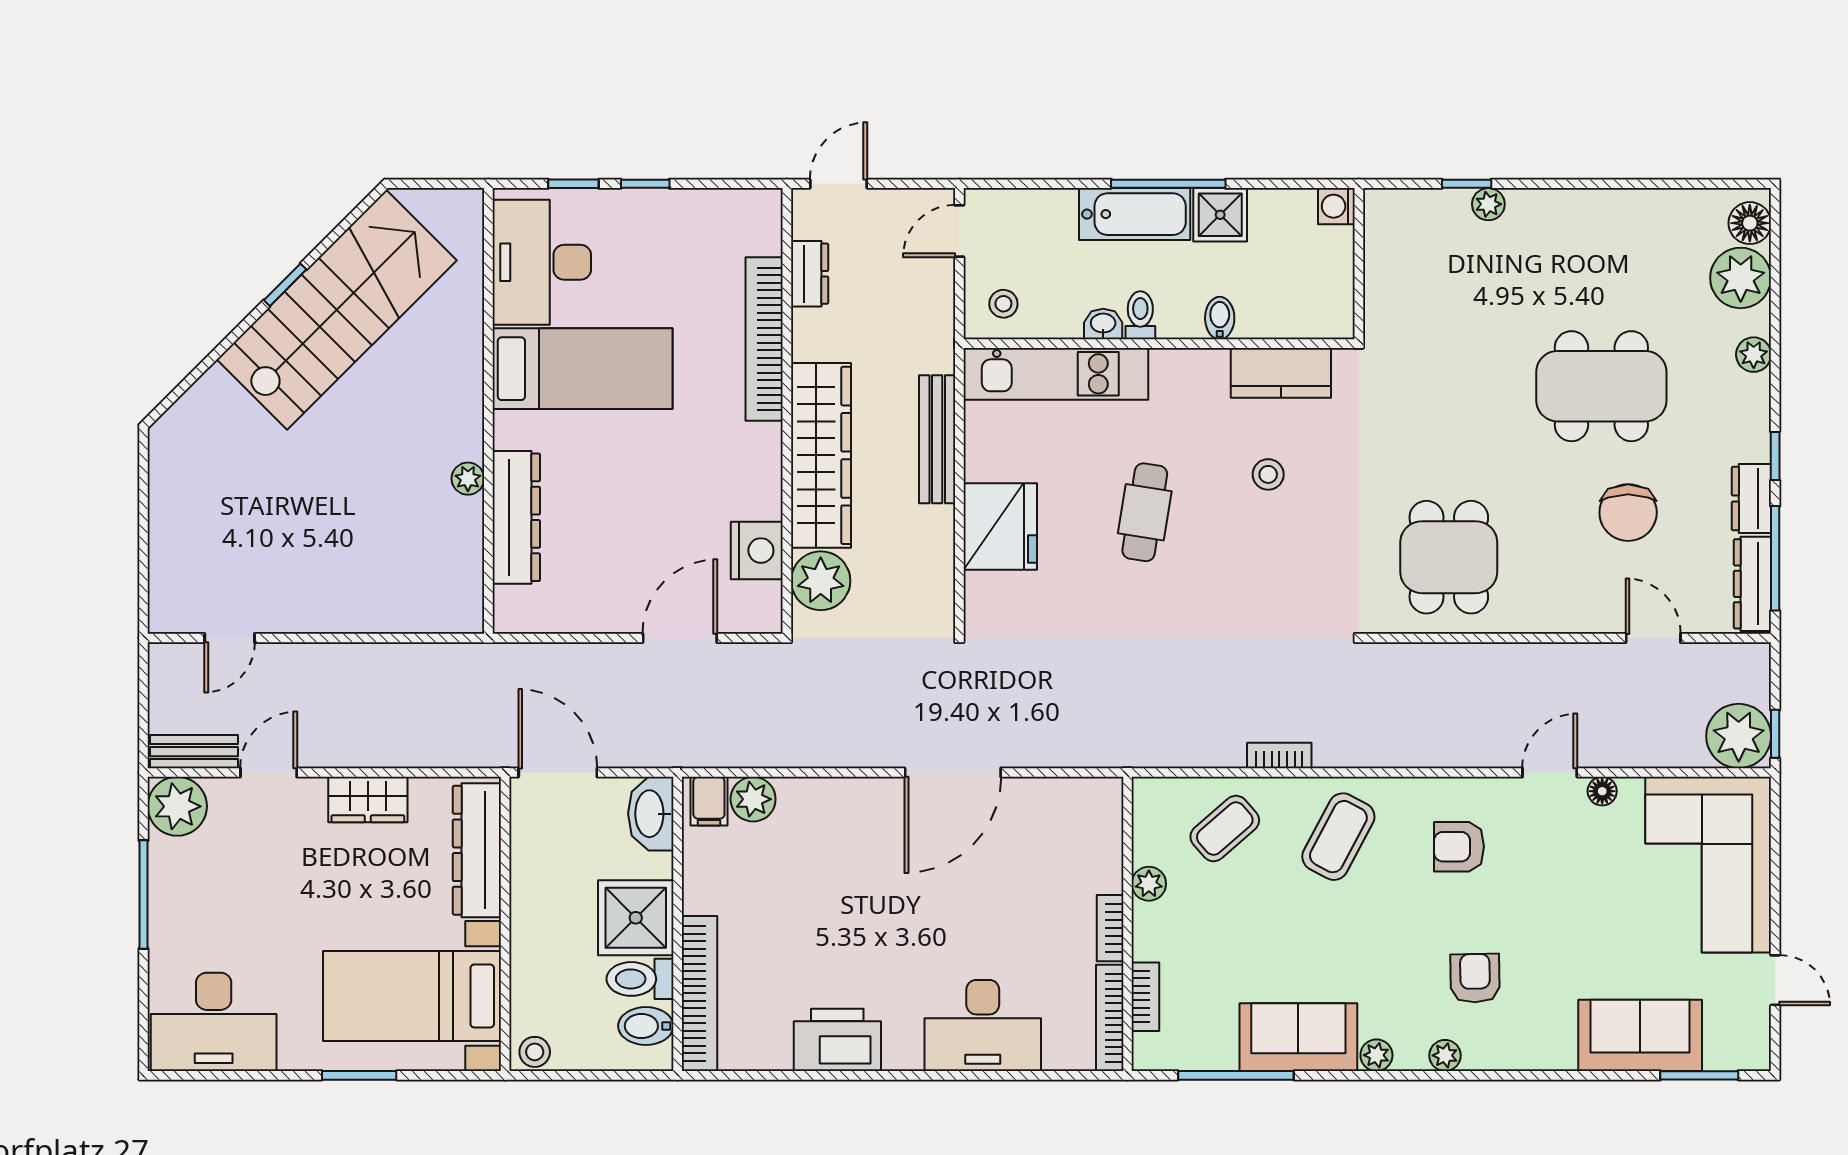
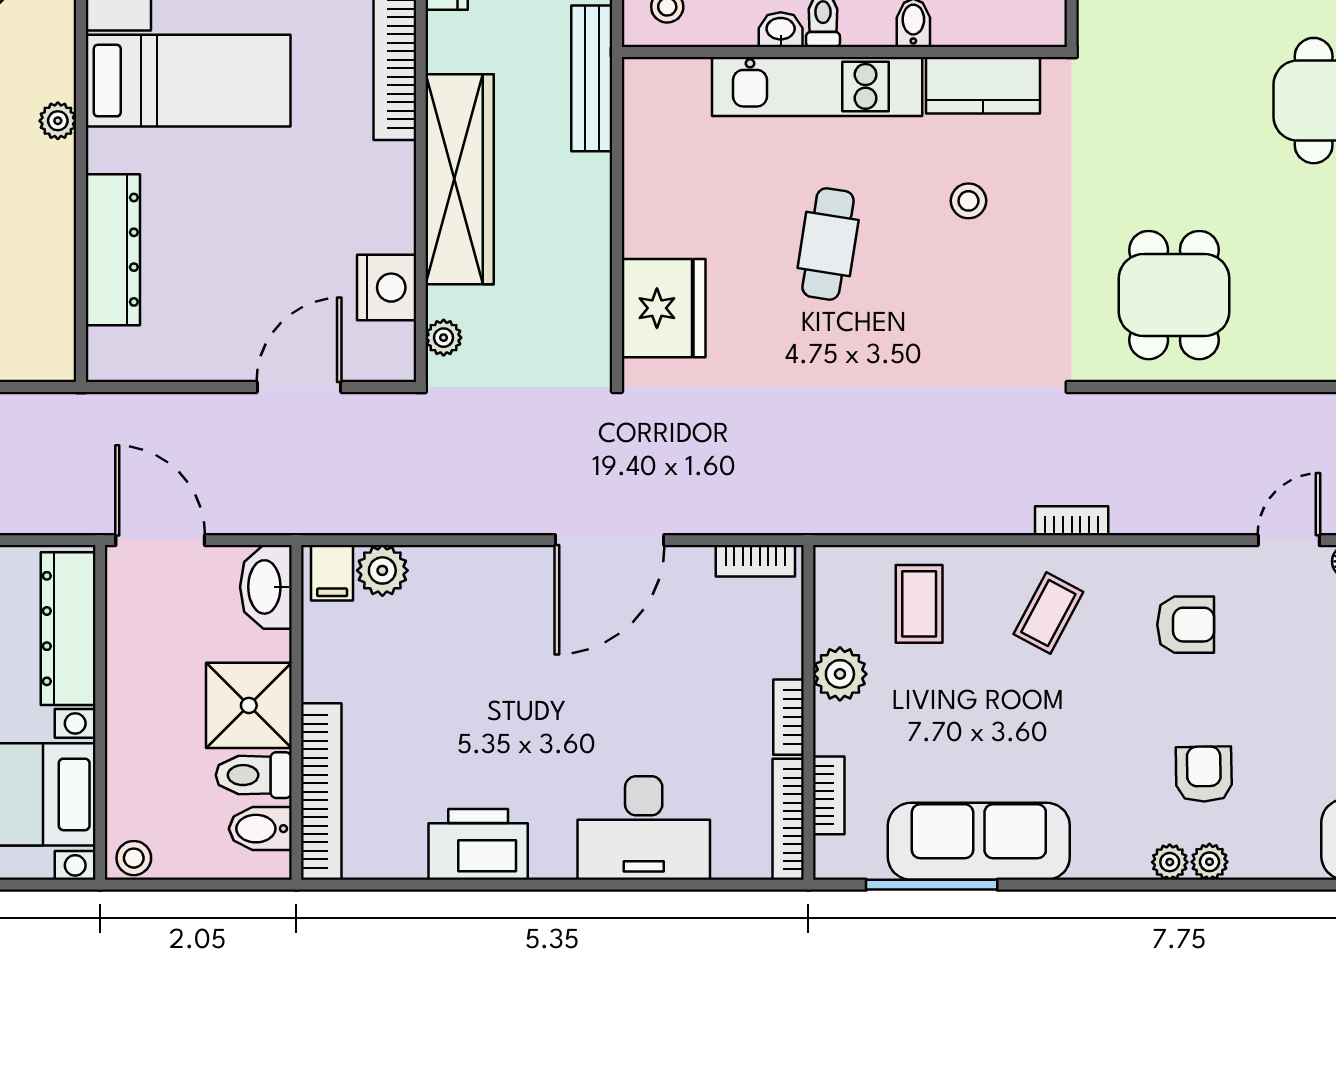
kitchen unit: (1056, 374) -> (817, 86), moved
bench: (937, 439) -> (592, 78), moved
plant: (468, 479) -> (58, 121), moved
fridge: (1000, 526) -> (664, 308), moved
plant: (821, 581) -> (444, 338), width x0.53, depth x0.53
bookcase: (1279, 756) -> (1072, 521), moved
bookcase: (1081, 791) -> (755, 561), added
coffee table: (1225, 829) -> (919, 604), turned -49
coffee table: (1338, 837) -> (1048, 613), width x0.73, depth x0.77
armchair: (1459, 847) -> (1186, 625), turned 180
plant: (1149, 884) -> (840, 674), width x1.38, depth x1.38
sofa: (1298, 1037) -> (979, 841), width x1.36
plant: (1376, 1055) -> (1209, 862), moved

